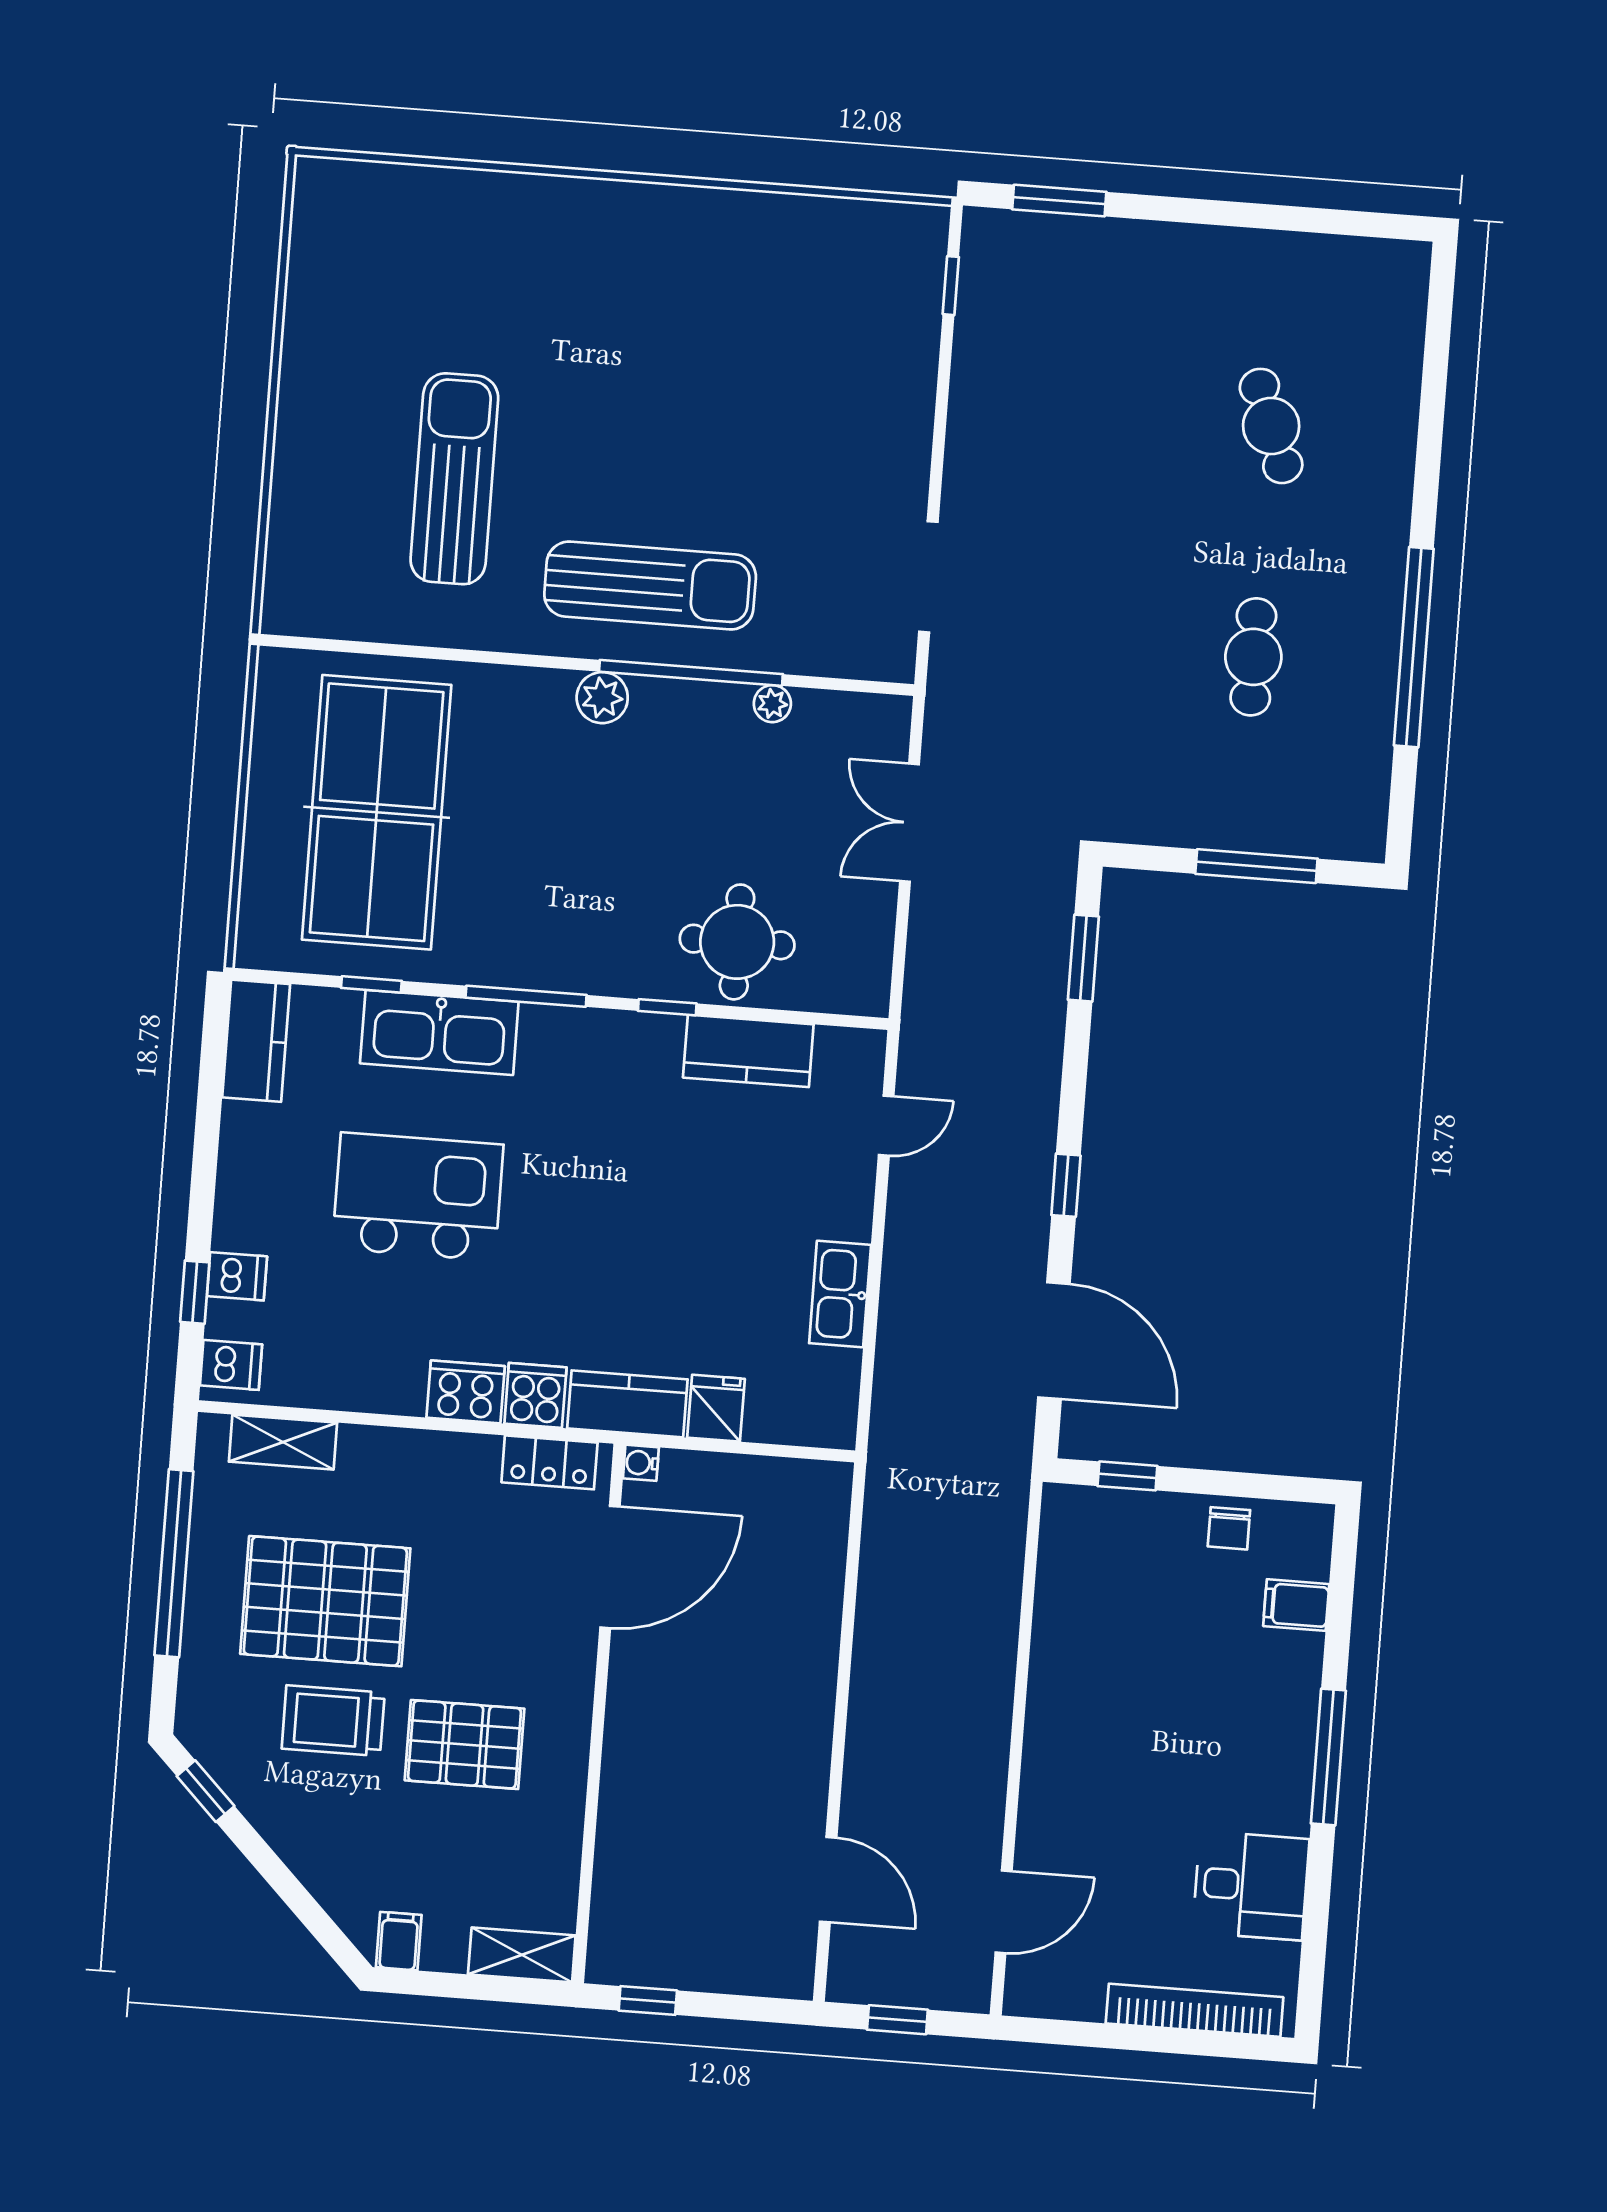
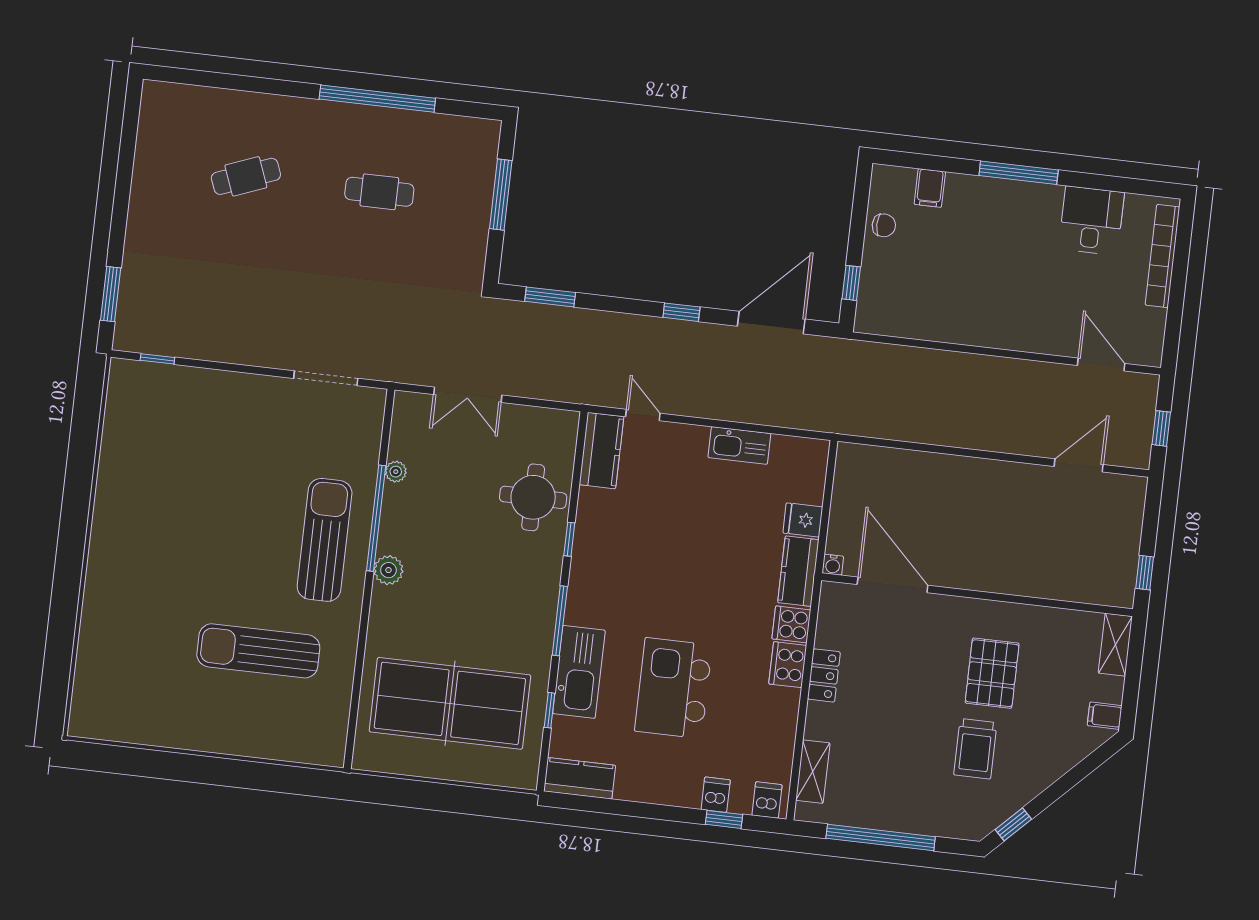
kitchen counter: (748, 1051) -> (601, 451), moved
locker: (549, 1462) -> (824, 675), moved
pallet: (325, 1601) -> (906, 751), removed

